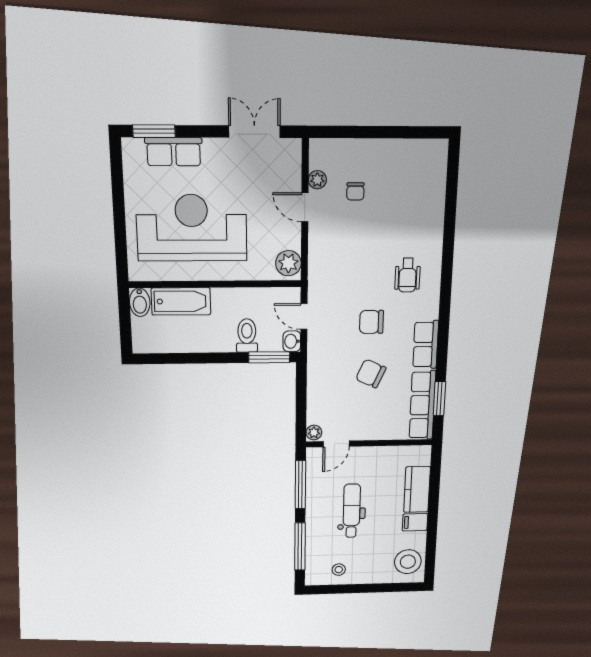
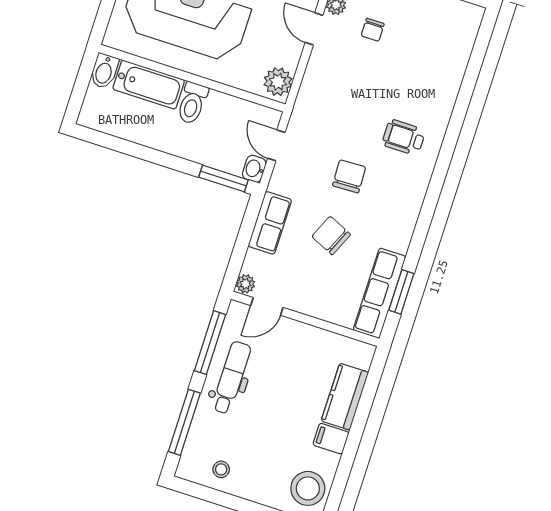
wheelchair: (408, 275) -> (404, 137), turned 90
chair: (371, 322) -> (349, 176), turned 88
toilet: (247, 336) -> (192, 103), moved, turned 180
row of seats: (426, 345) -> (270, 223), moved, turned 180
dental chair: (352, 511) -> (231, 378), moved

